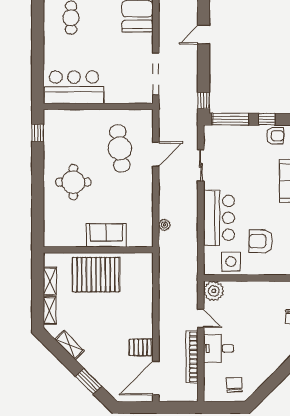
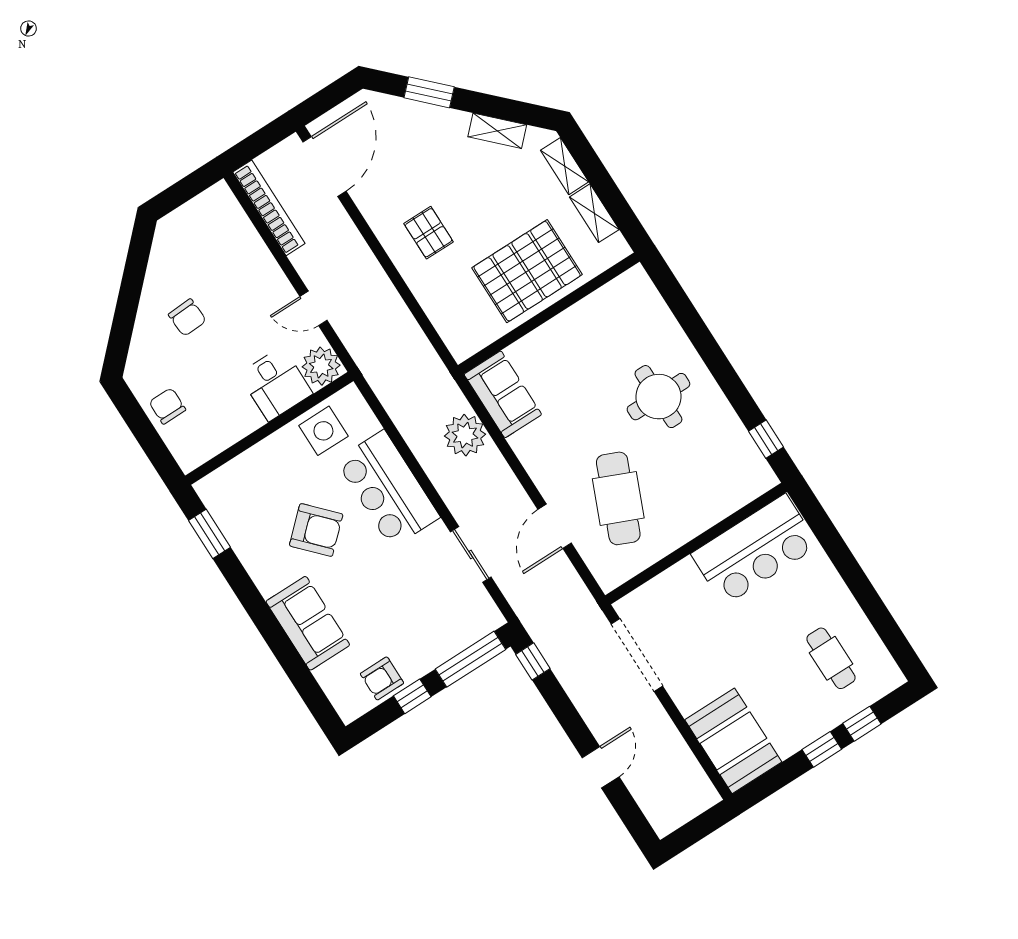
cafe table: (120, 148) -> (618, 498), turned 30
plant: (164, 225) -> (465, 435), width x1.87, depth x1.87
sofa: (106, 236) -> (503, 394), moved, turned -90
armchair: (261, 241) -> (316, 530), moved, turned 47
pallet: (141, 347) -> (429, 233), moved, turned 90
desk: (219, 348) -> (276, 384), moved, turned 90
bookcase: (192, 357) -> (269, 208), moved
chair: (234, 385) -> (187, 318), moved

